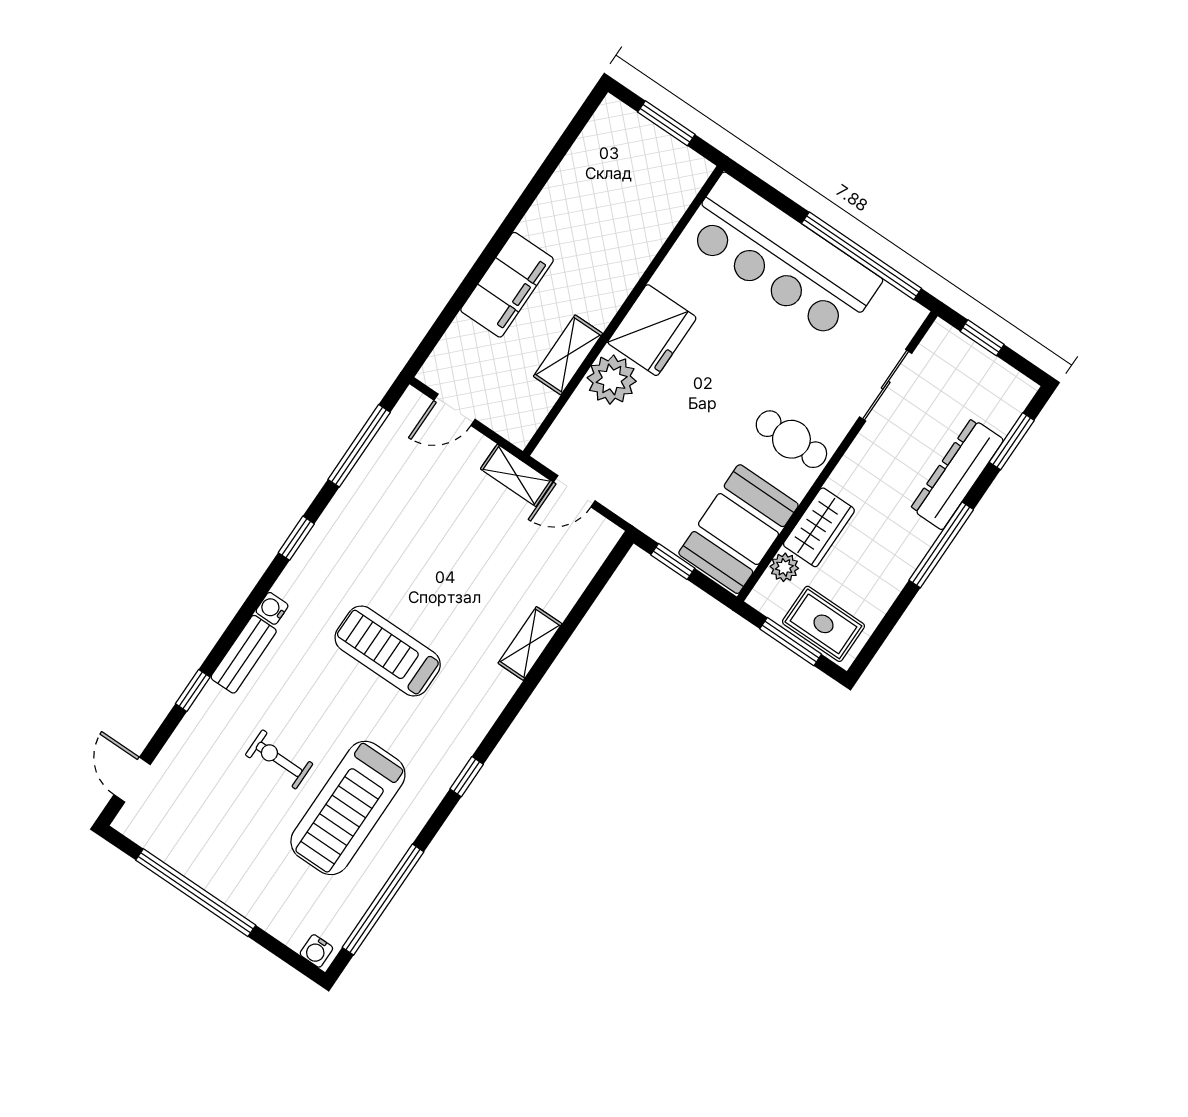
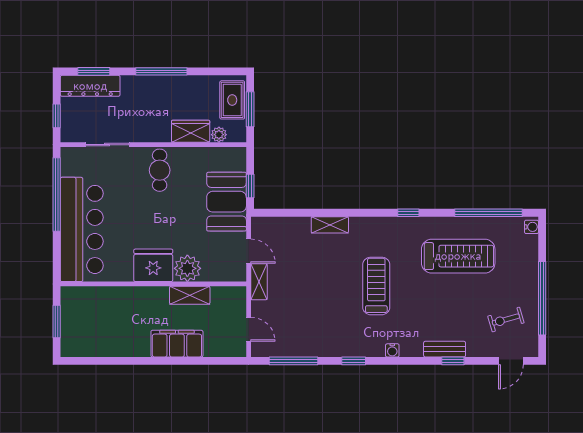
dresser: (957, 474) -> (90, 86), moved
booth: (738, 529) -> (227, 202), moved, turned 90
treadmill: (388, 651) -> (376, 286), turned 180
bench: (244, 654) -> (445, 349), moved
exercise bike: (279, 759) -> (506, 320), moved, turned 74

